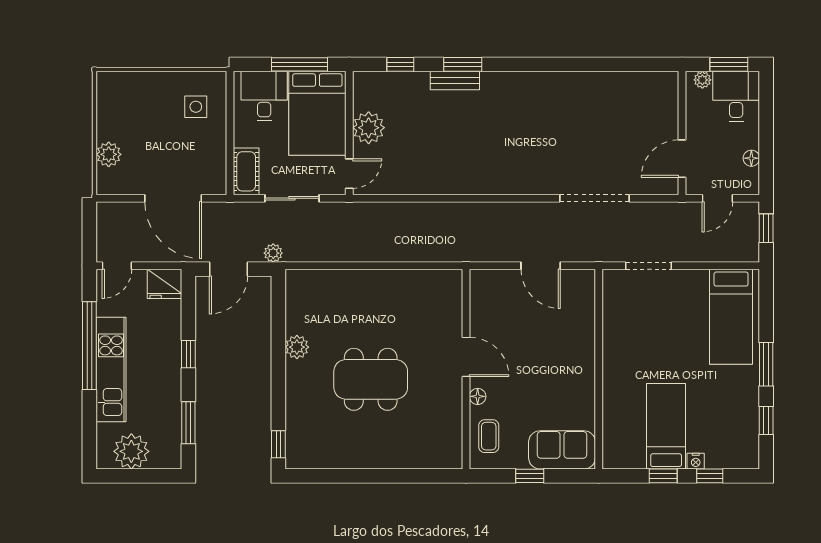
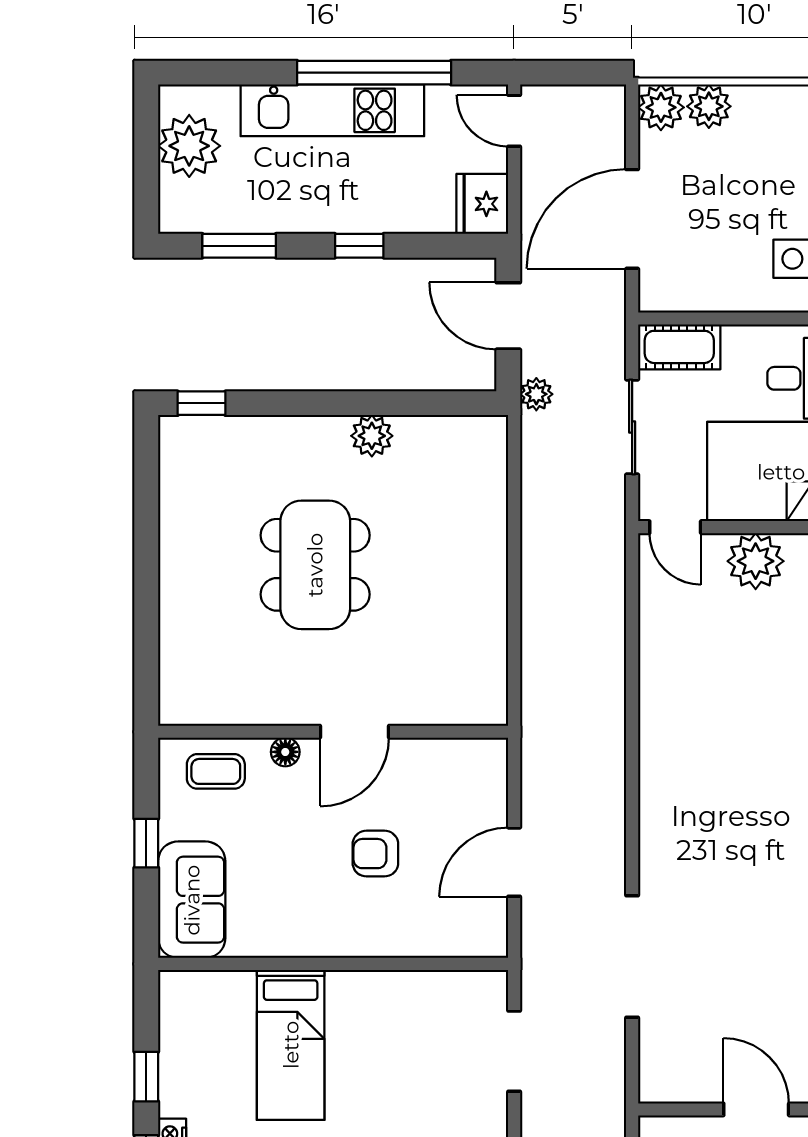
door: (682, 159) -> (756, 1109), moved
plant: (109, 182) -> (661, 107), added
armchair: (536, 345) -> (375, 854), added
bed: (666, 426) -> (291, 1045), moved, turned 90

